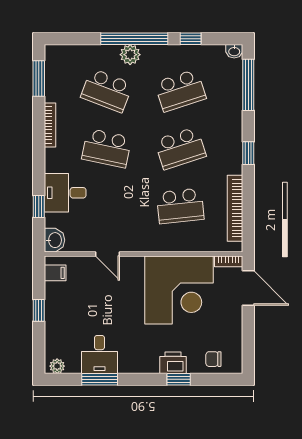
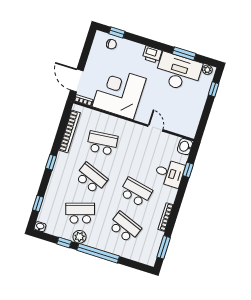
plant: (130, 55) -> (79, 237), moved
window: (248, 85) -> (38, 204), width x0.46
school desk: (180, 148) -> (91, 178), turned 39
filing cabinet: (55, 273) -> (191, 127), removed
window: (39, 310) -> (213, 89), moved
desk: (99, 354) -> (178, 72), width x1.87, depth x1.30
printer: (173, 363) -> (152, 54), moved
window: (179, 379) -> (117, 32), moved

